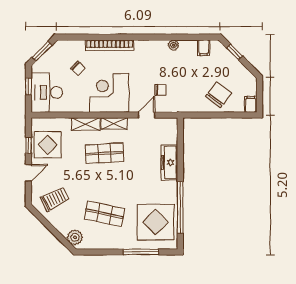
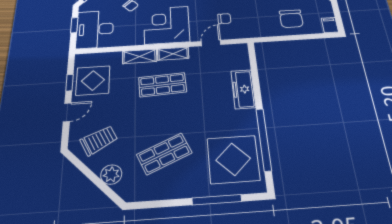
chair: (219, 95) -> (291, 19), turned 143
shop shelf: (104, 214) -> (164, 154), turned -36
plant: (75, 237) -> (111, 175), moved

